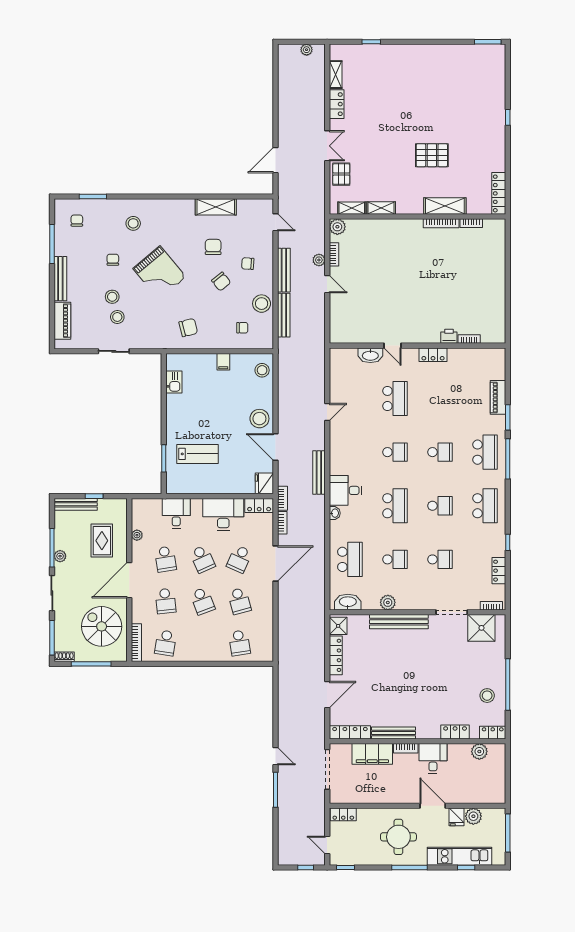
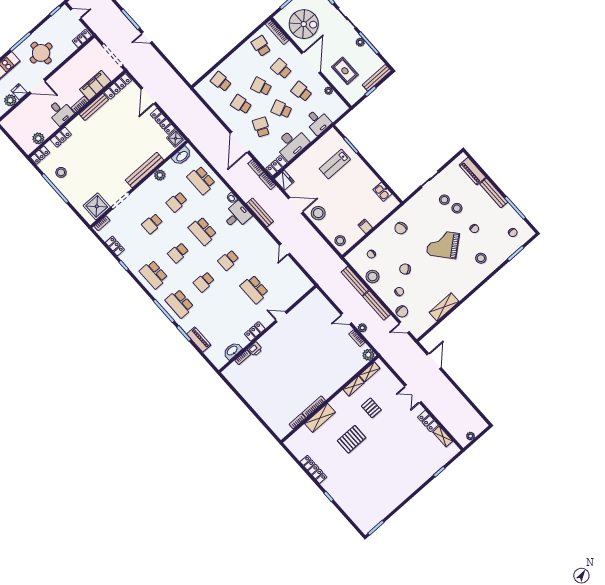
pallet: (341, 174) -> (371, 408), moved
locker: (499, 193) -> (313, 469), moved
chair: (213, 247) -> (402, 312), moved
washbasin: (370, 355) -> (232, 351), moved

